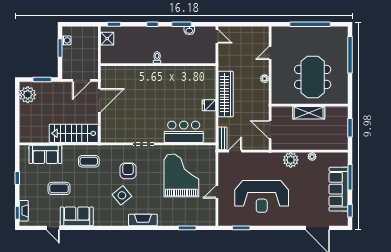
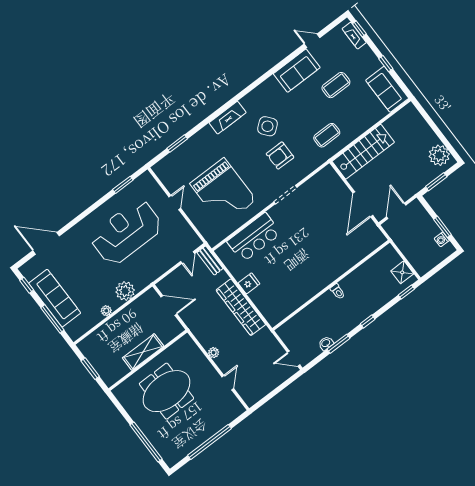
meeting table: (313, 77) -> (166, 391), turned 90
sofa: (45, 154) -> (387, 89), moved, turned -90
armchair: (128, 171) -> (280, 155), turned 90

